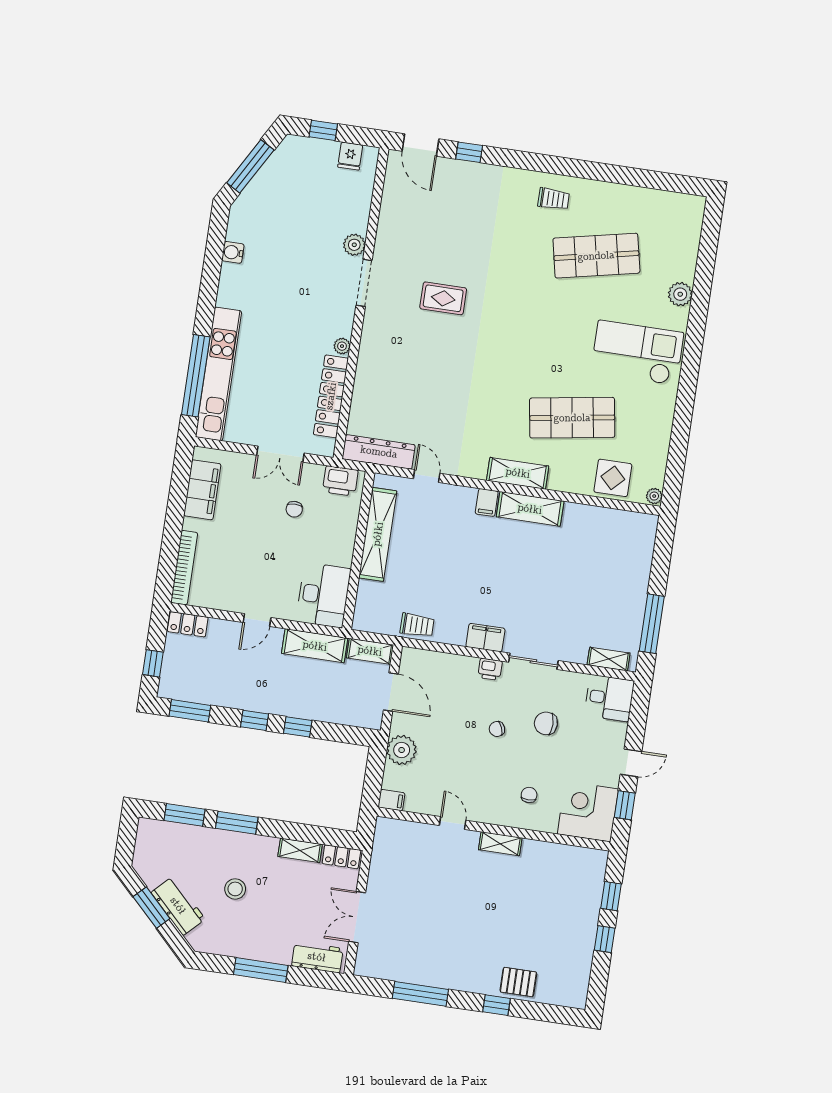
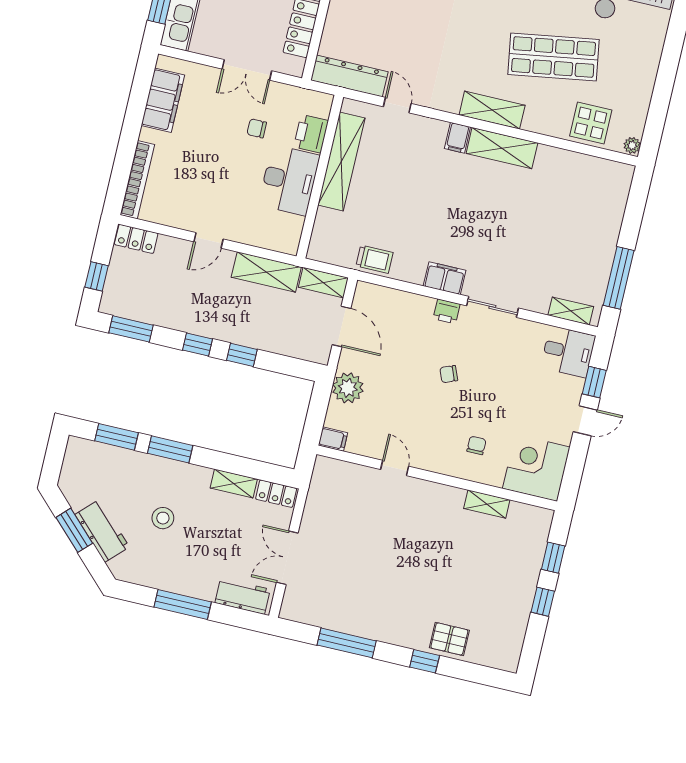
printer: (340, 481) -> (311, 134), moved, turned 90
chair: (294, 509) -> (257, 128), turned 90
desk: (323, 595) -> (289, 180), moved
chair: (546, 723) -> (500, 372), removed
window: (625, 805) -> (594, 382), moved
shelving: (500, 844) -> (487, 504), moved

